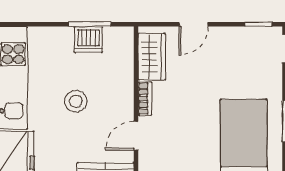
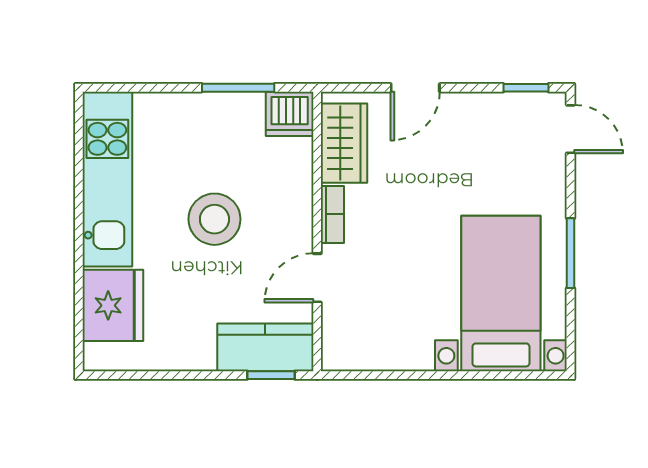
dishwasher: (88, 40) -> (290, 114), moved
stool: (76, 101) -> (214, 219), width x1.38, depth x1.38

